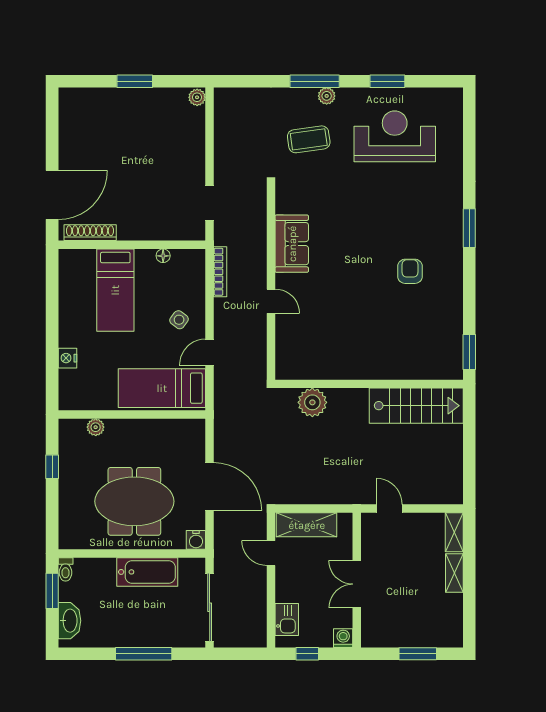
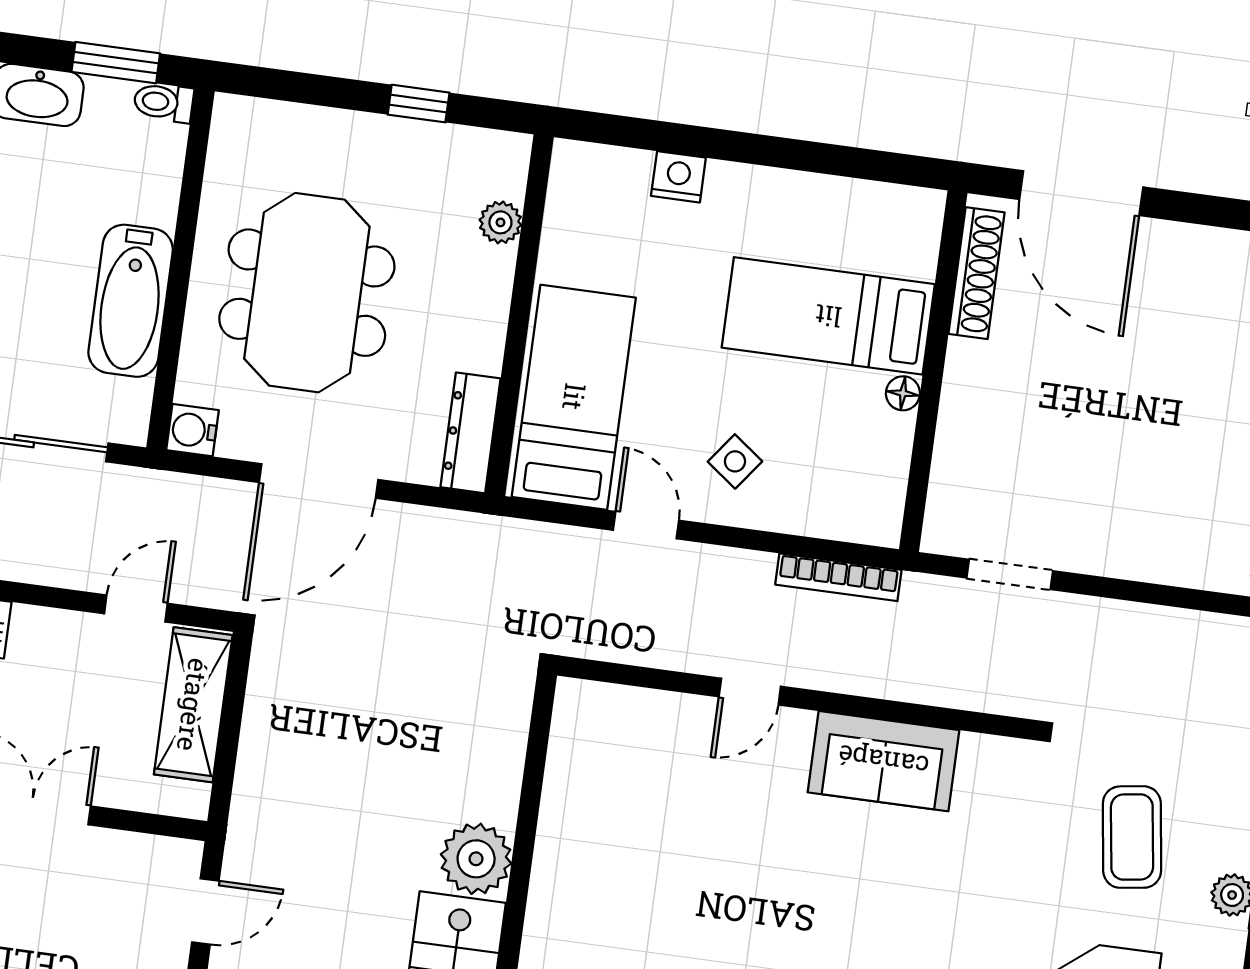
floor lamp: (163, 256) -> (903, 393), moved
plant: (312, 402) -> (476, 859), moved
dresser: (182, 428) -> (471, 433), added

